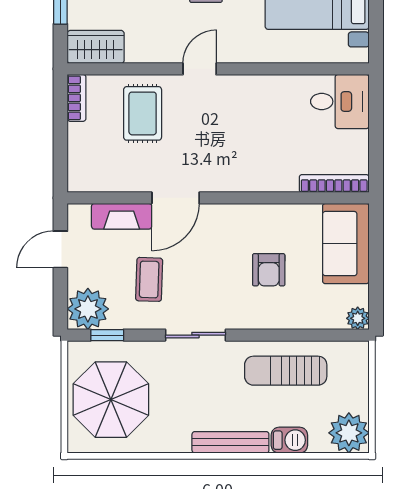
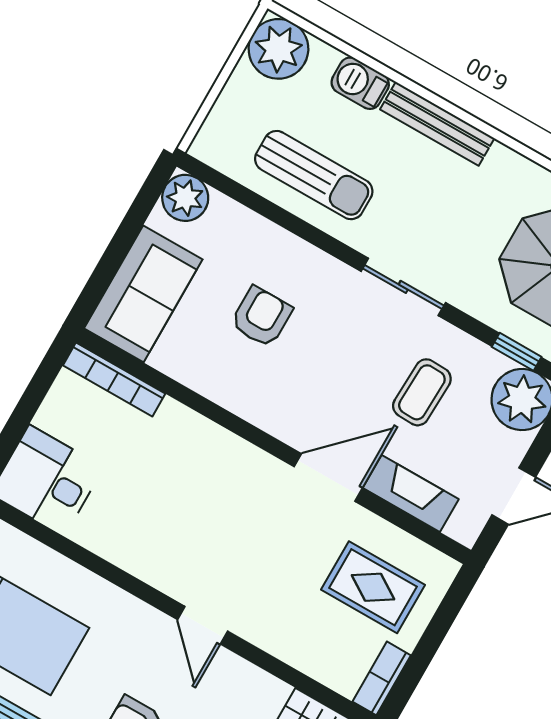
door: (200, 69) -> (203, 625), hinge flipped
rug: (143, 113) -> (373, 587), moved, turned 90
plant: (358, 318) -> (185, 198), width x1.38, depth x1.38

